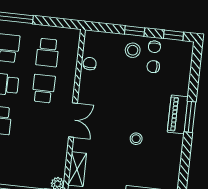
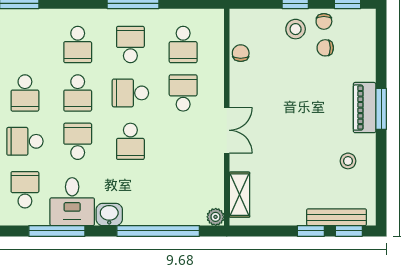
stool: (136, 139) -> (348, 161), moved

